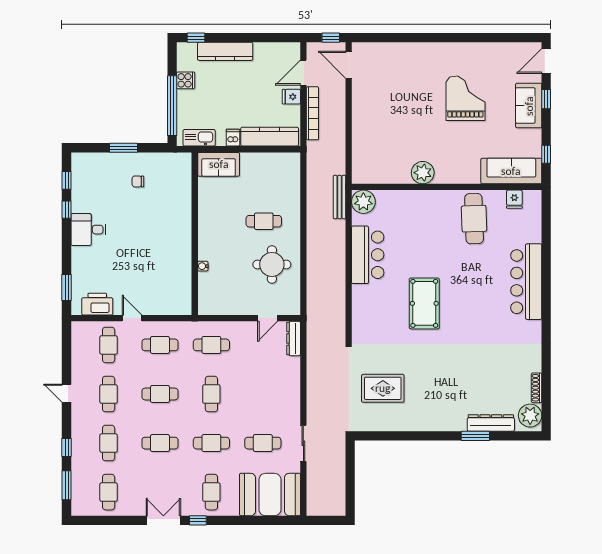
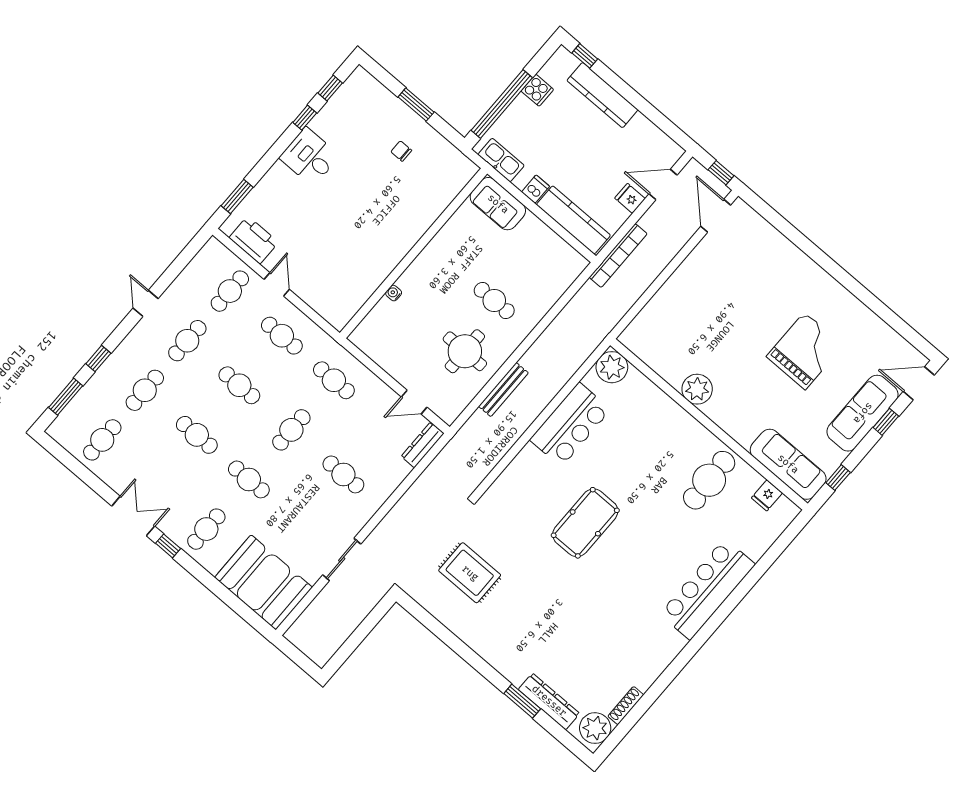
sofa: (529, 106) -> (863, 413), width x1.36
bookcase: (312, 113) -> (618, 256), moved
bench: (339, 197) -> (503, 390), moved
cafe table: (263, 443) -> (343, 474), moved

